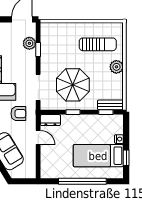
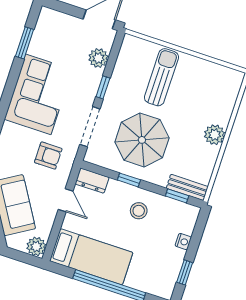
sun lounger: (98, 44) -> (161, 77), moved, turned -90
window: (38, 49) -> (103, 87), moved
stool: (85, 129) -> (139, 211), added
bed: (98, 156) -> (91, 257), moved, turned 180
plant: (29, 172) -> (36, 246), added

